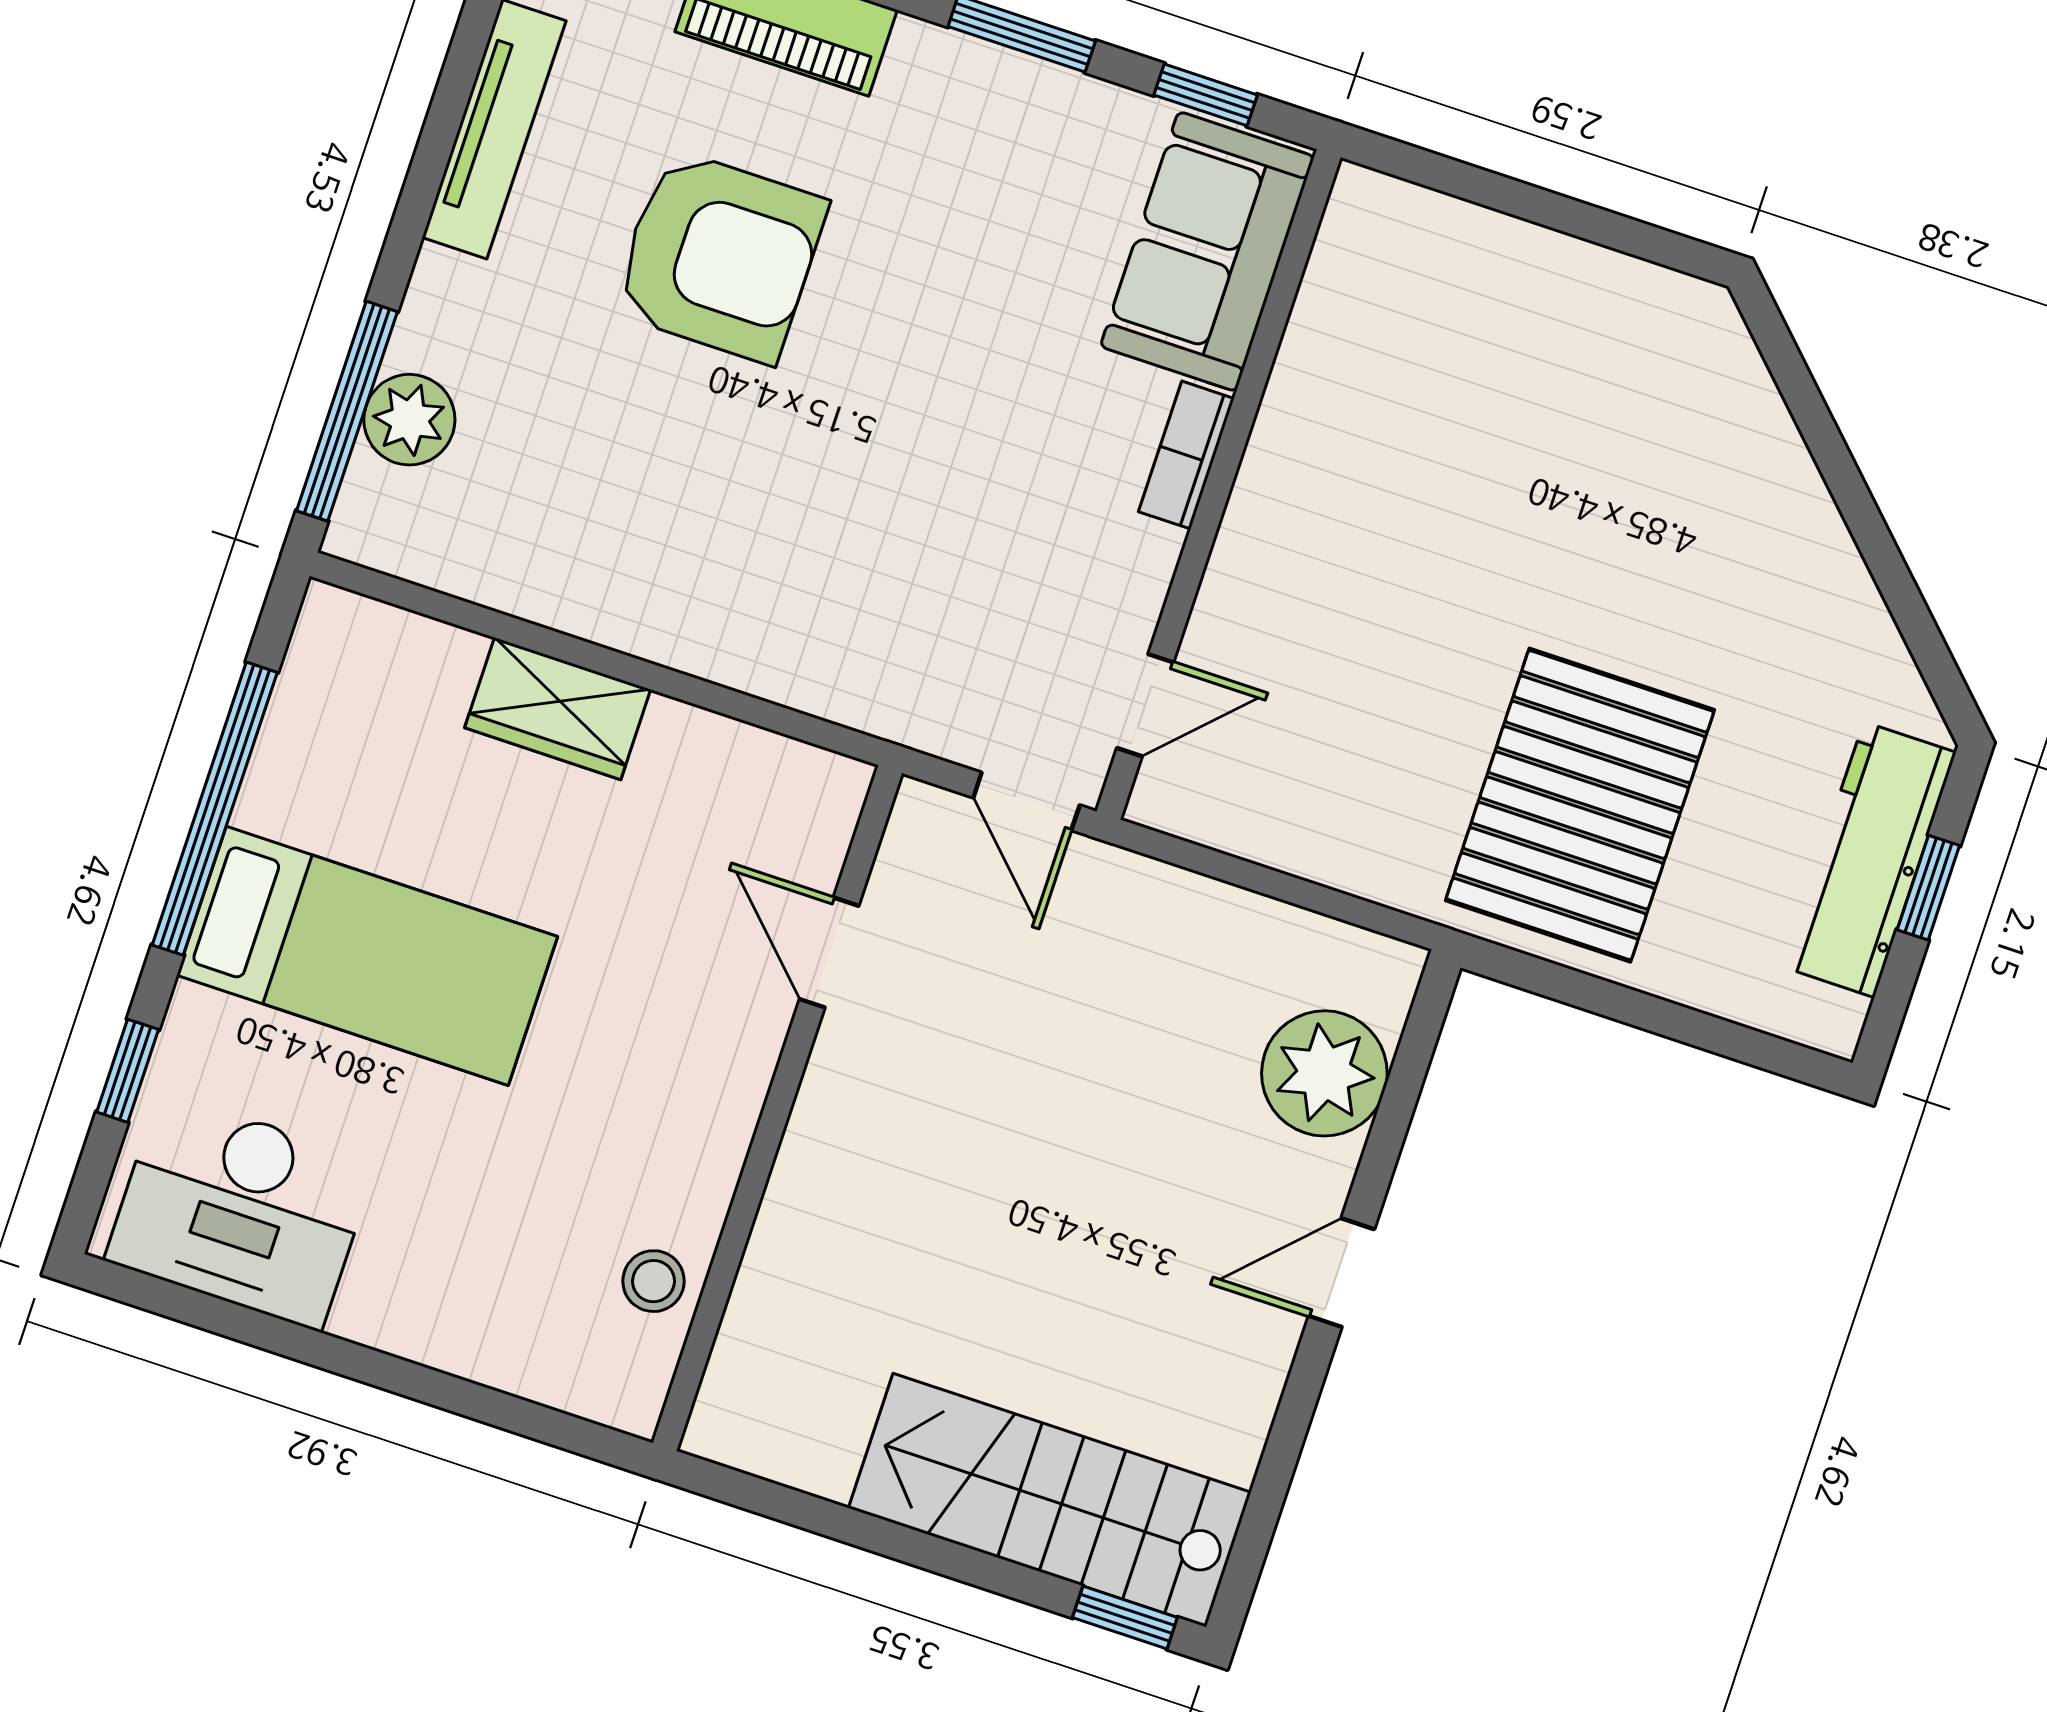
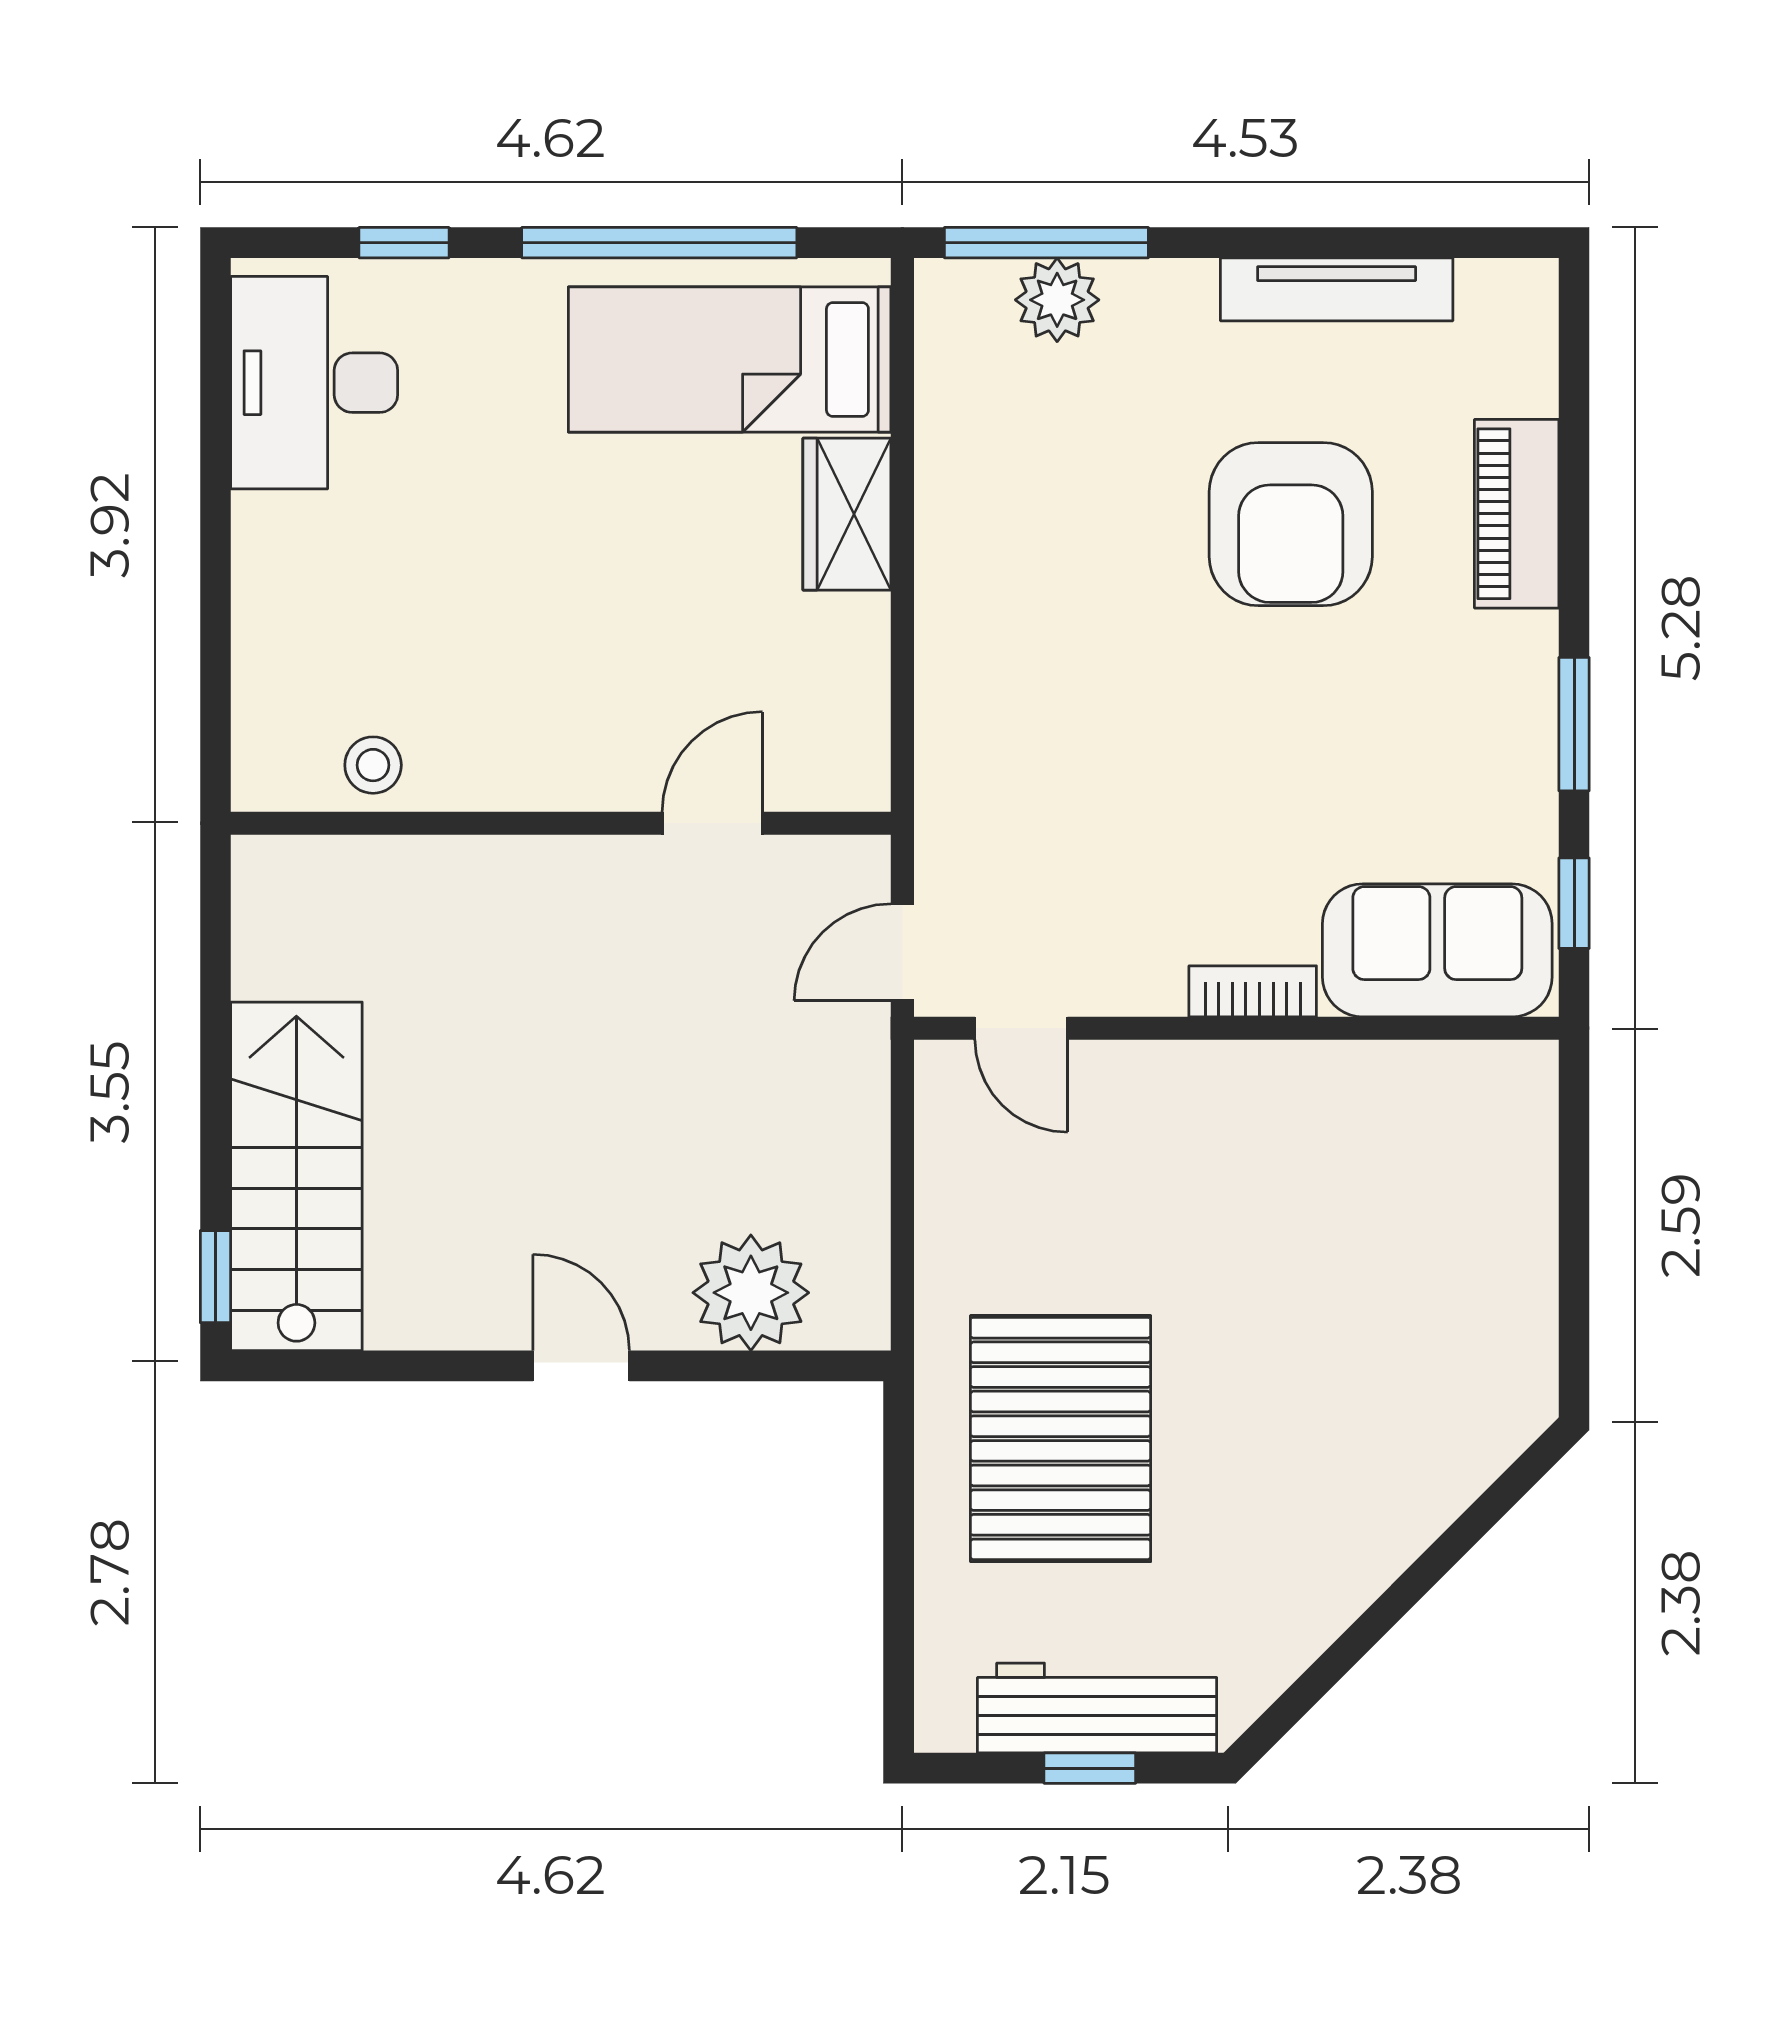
pallet: (1580, 805) -> (1061, 1439), turned 90
bed: (367, 956) -> (730, 359), moved, turned 90

